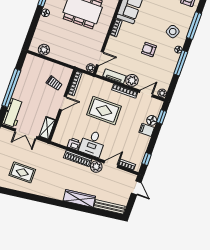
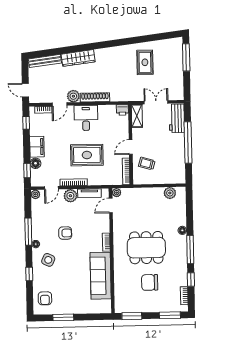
window: (194, 26) -> (29, 274), width x0.46
filing cabinet: (147, 130) -> (37, 147), width x2.00
printer: (74, 144) -> (122, 110), moved
rug: (22, 172) -> (145, 62), turned 90

